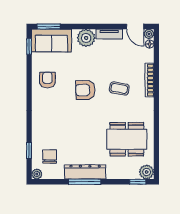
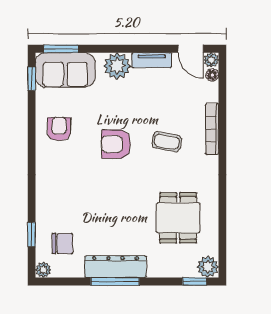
dining table: (127, 139) -> (178, 218), width x0.73
chair: (50, 156) -> (63, 244), turned 90

